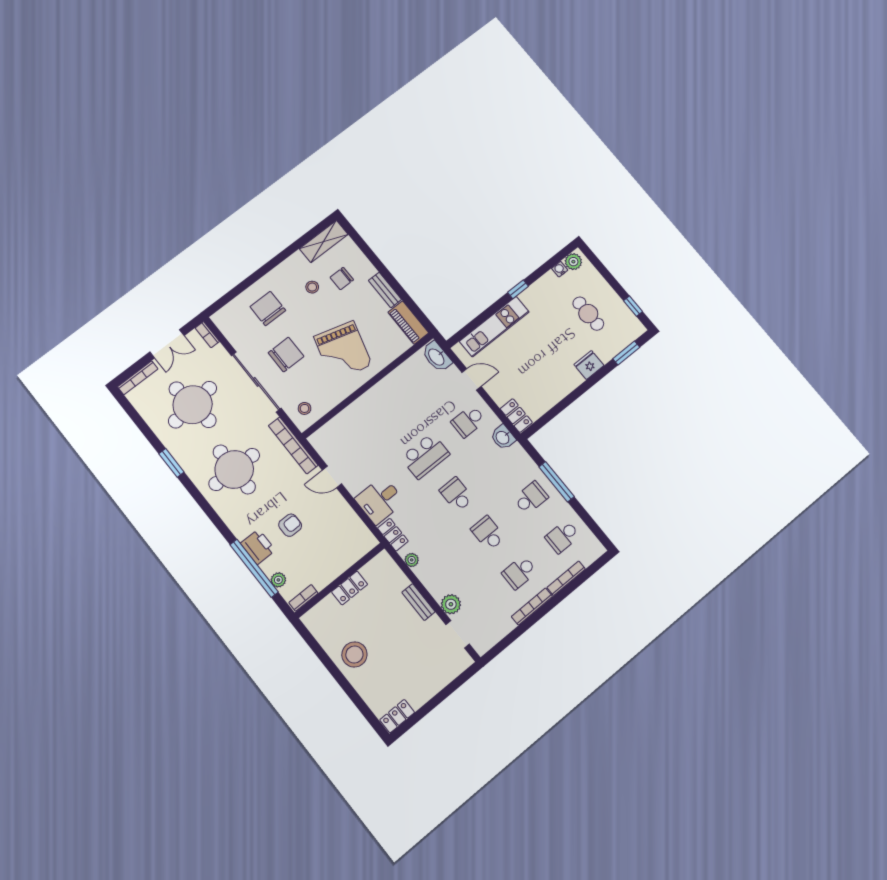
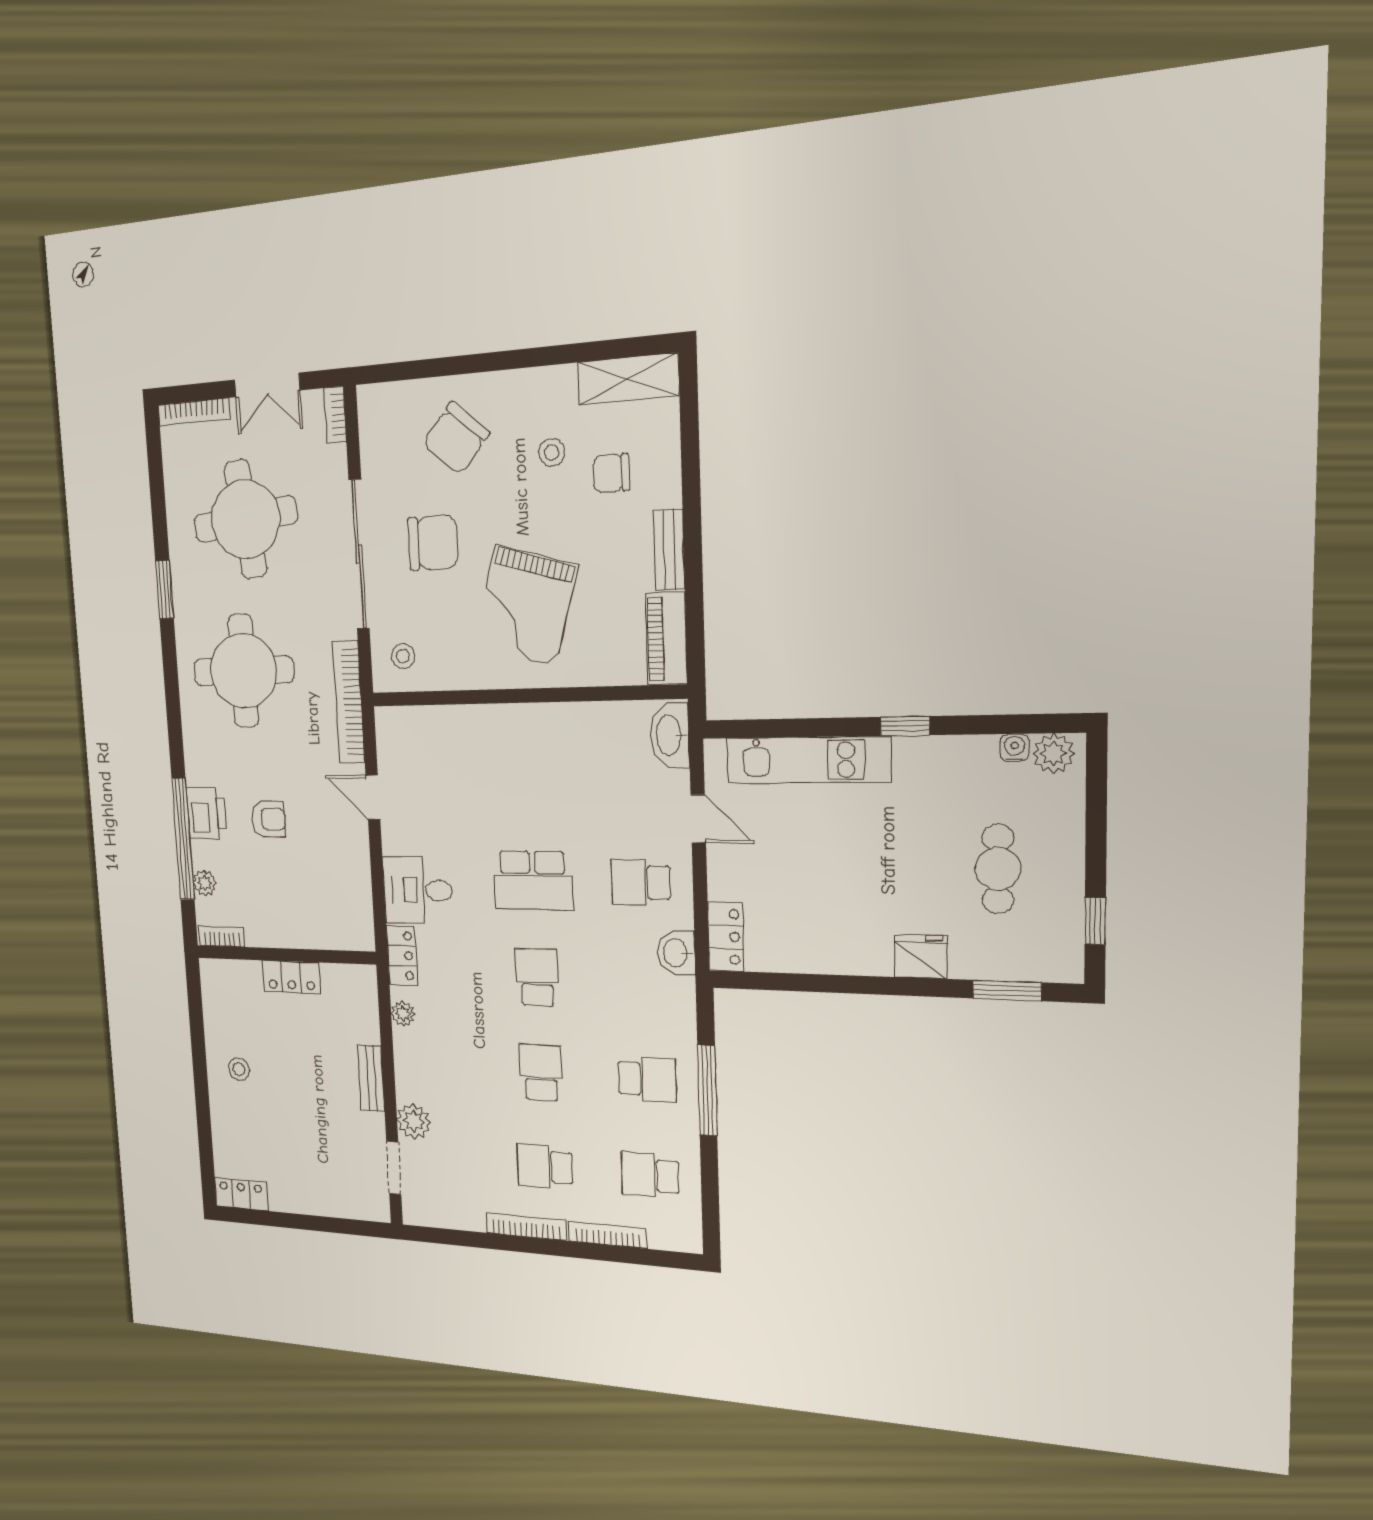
chair: (268, 309) -> (456, 439), turned -139
stool: (354, 654) -> (239, 1069), width x0.53, depth x0.53

